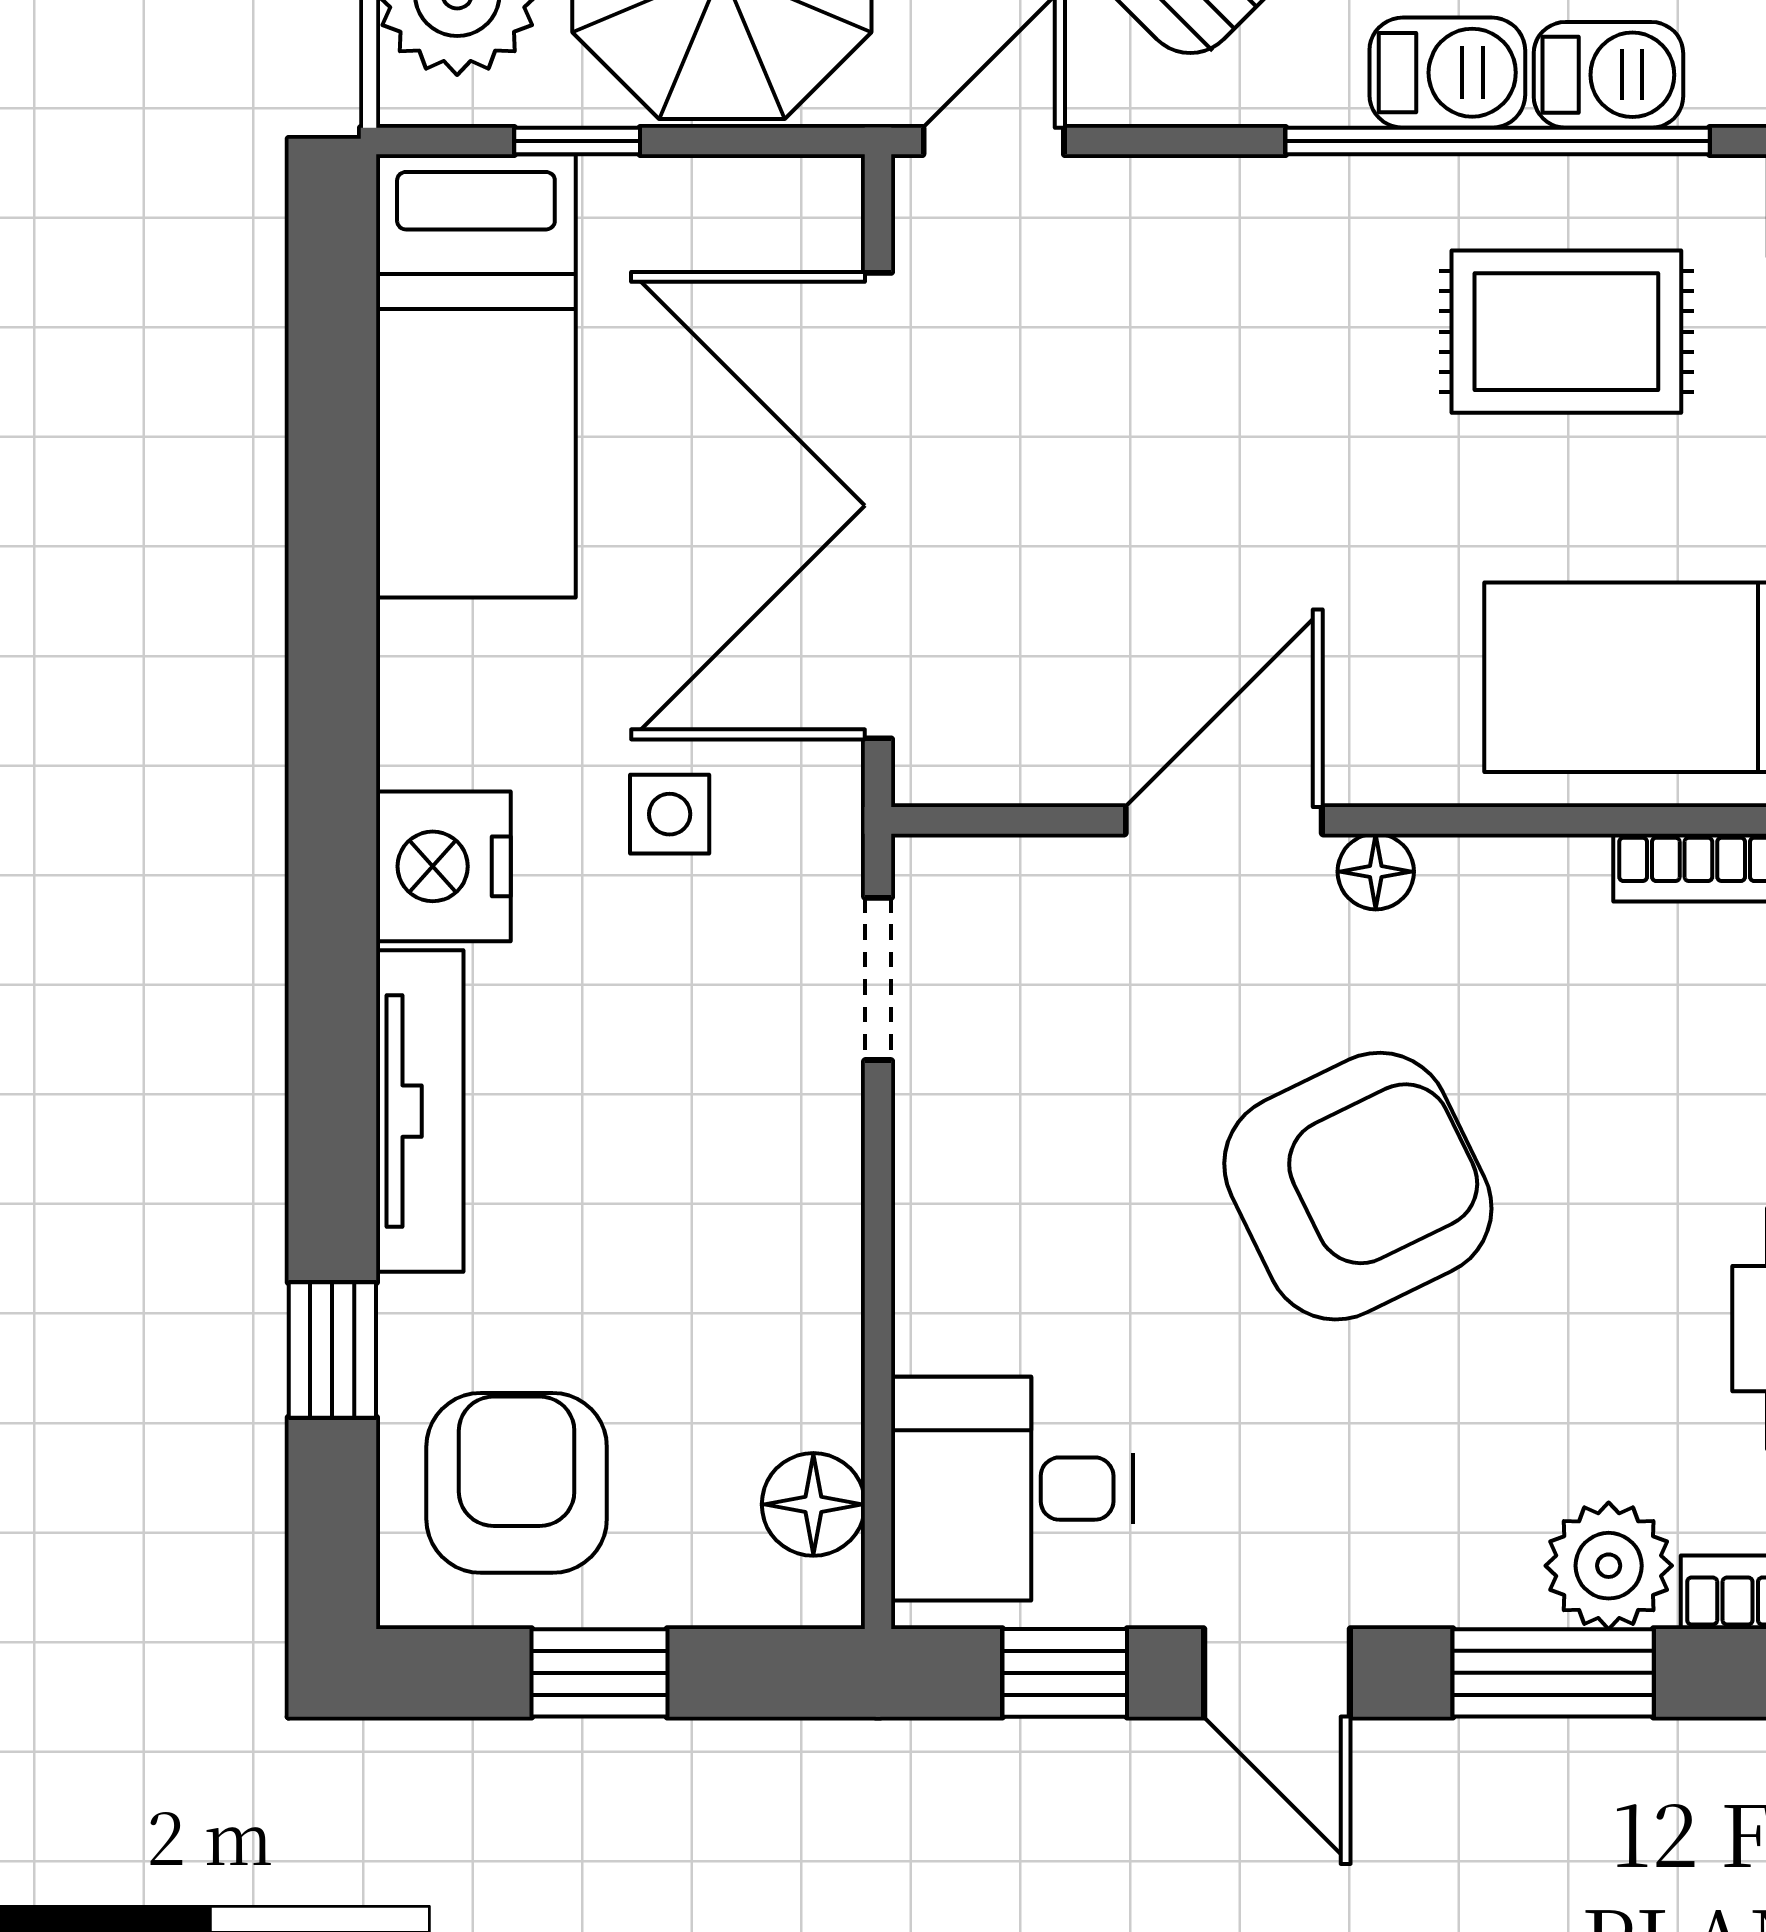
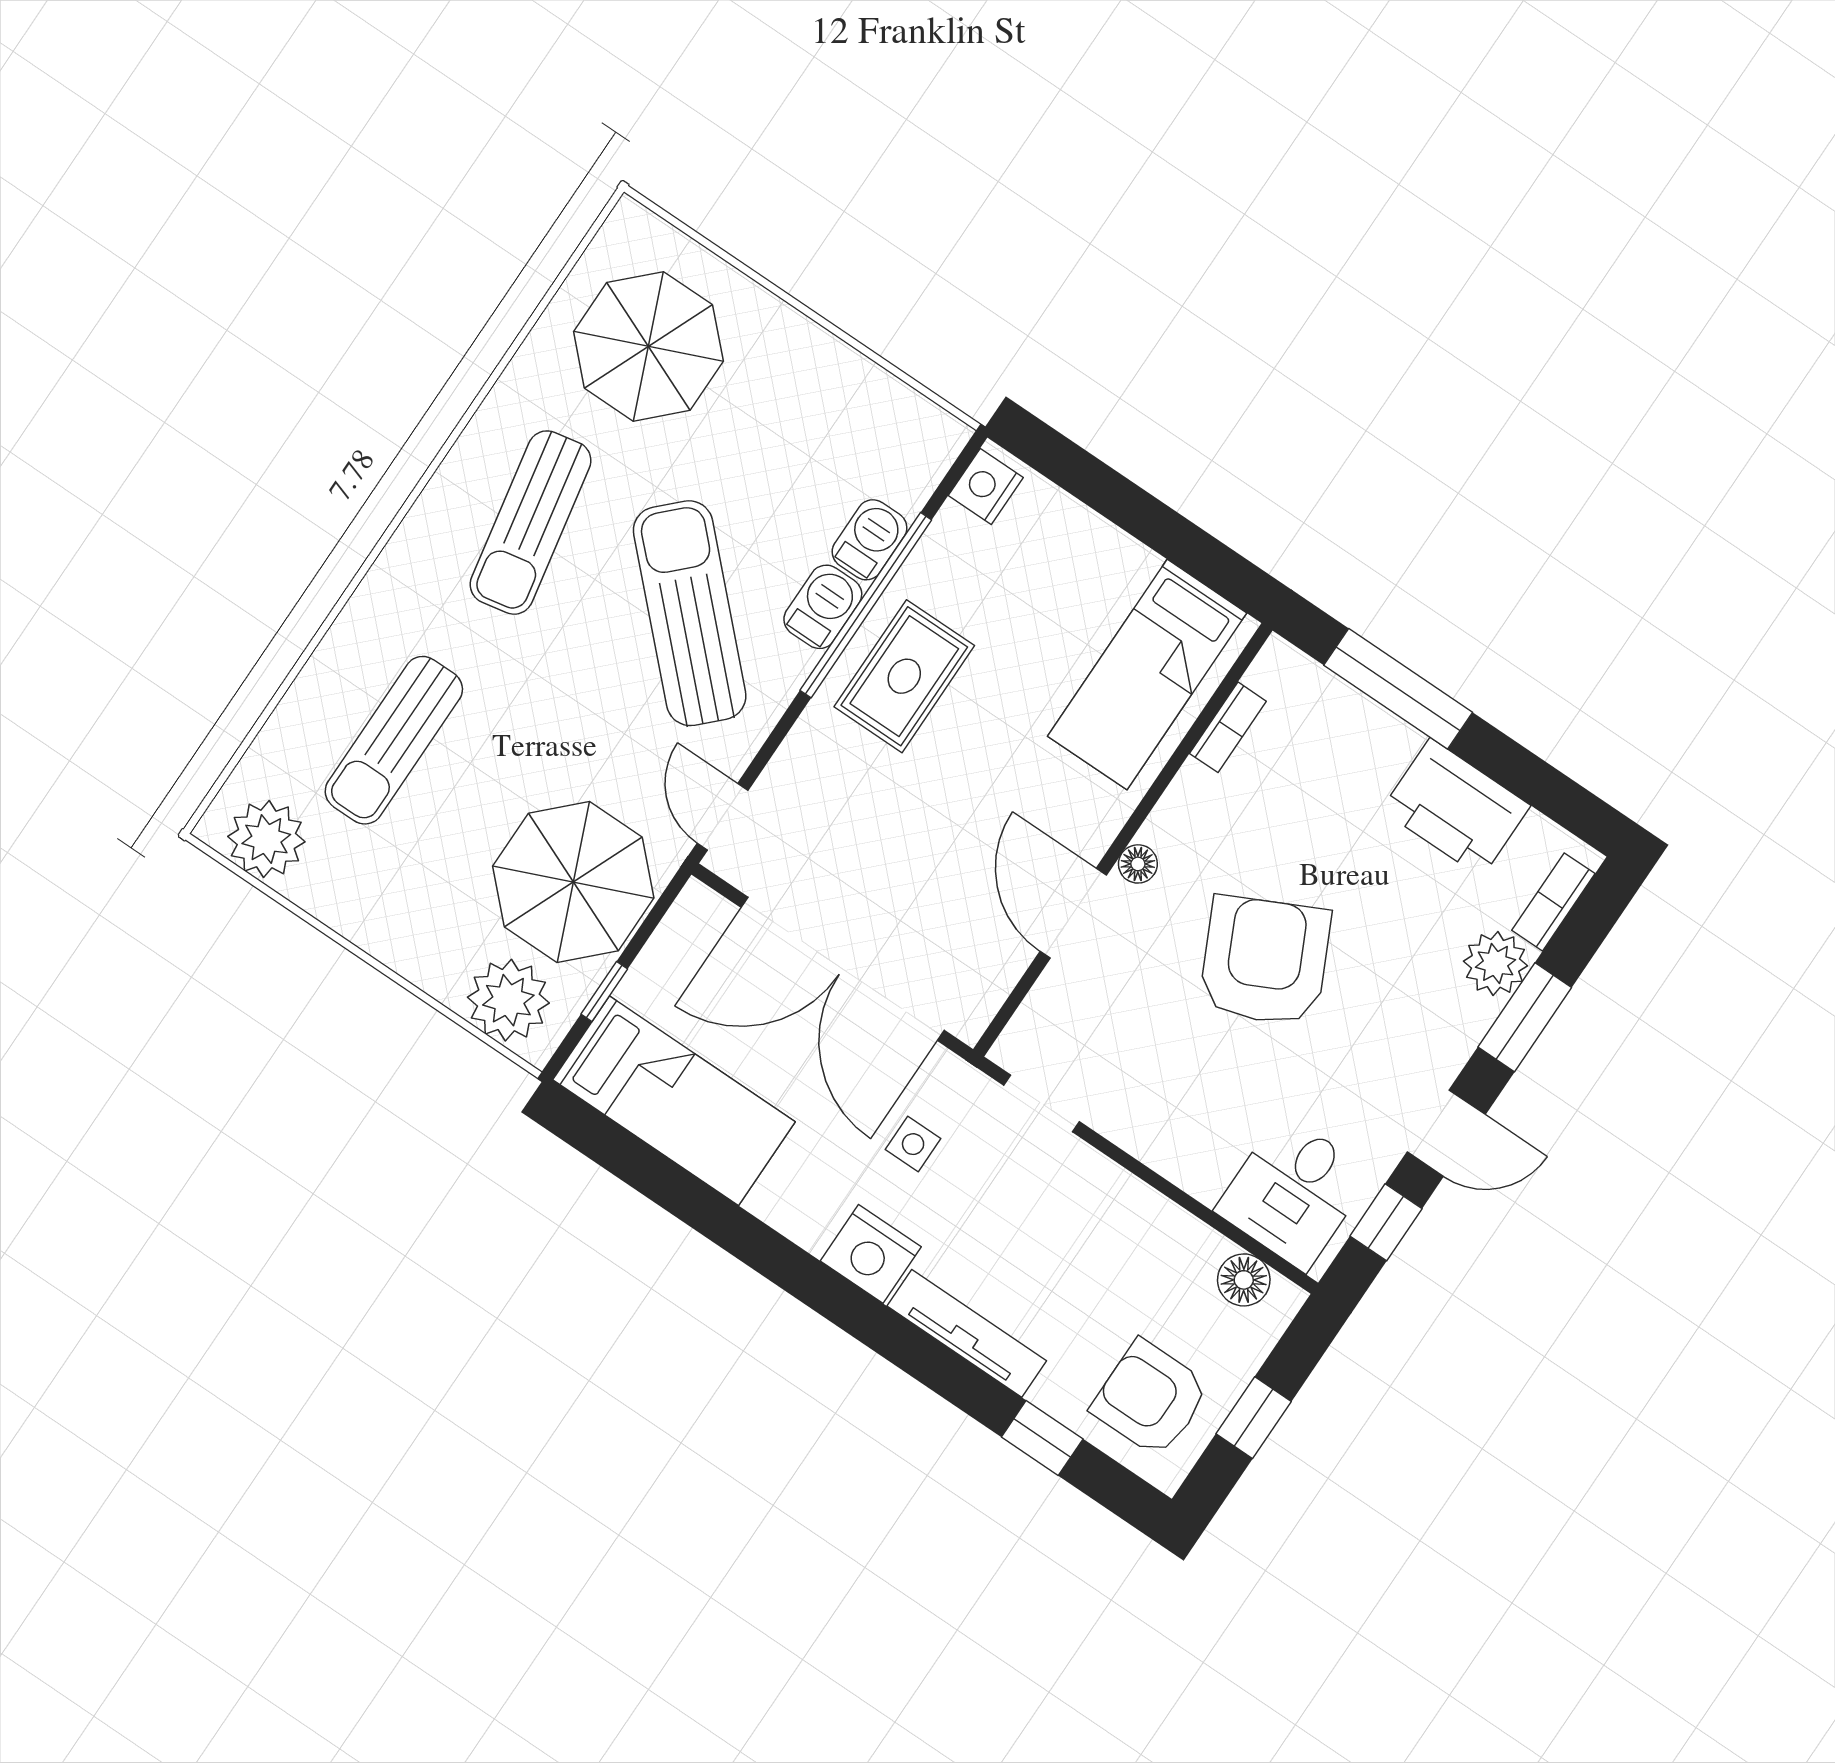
rug: (1566, 332) -> (904, 676), moved

